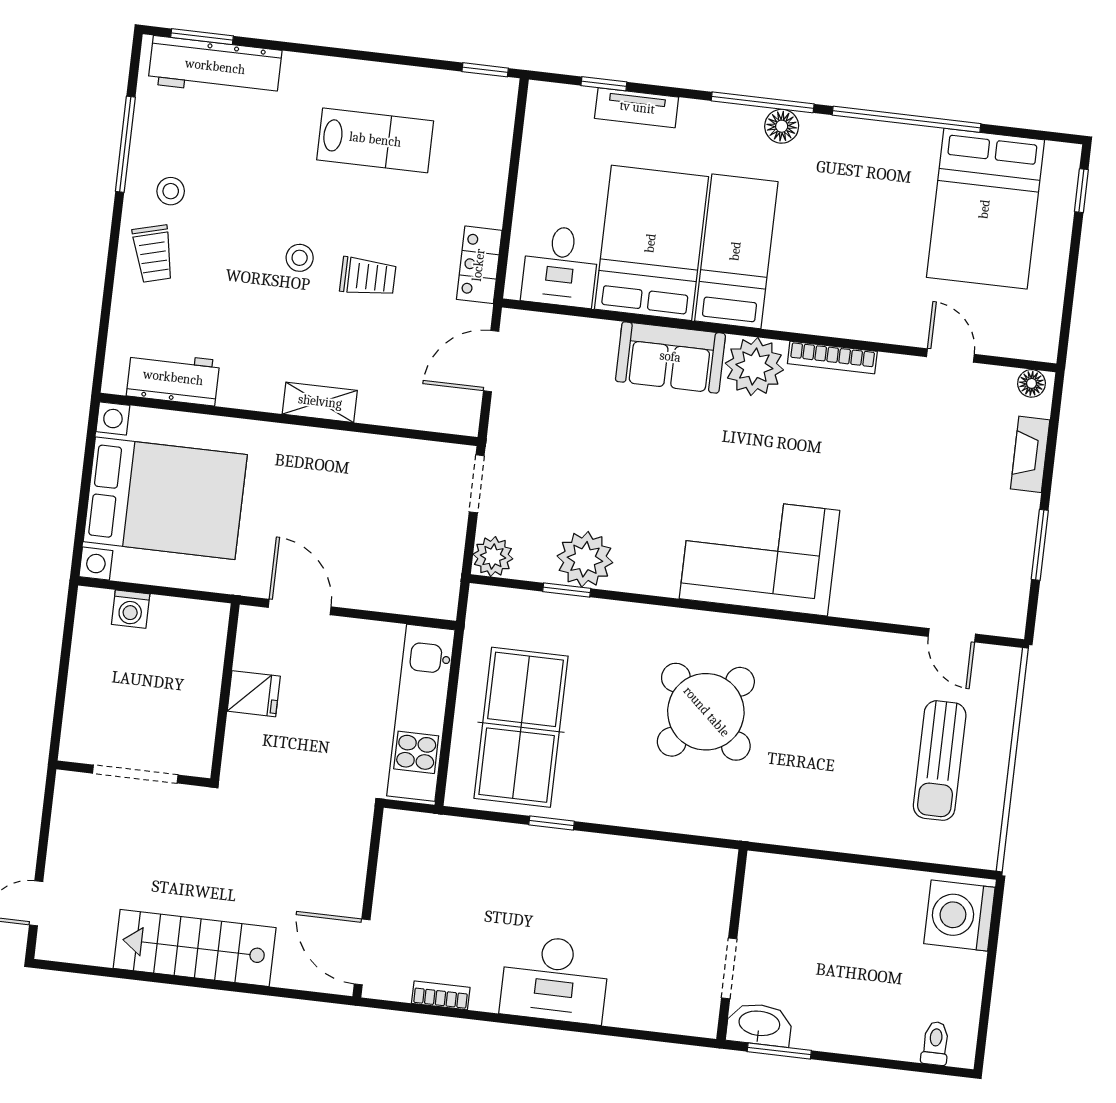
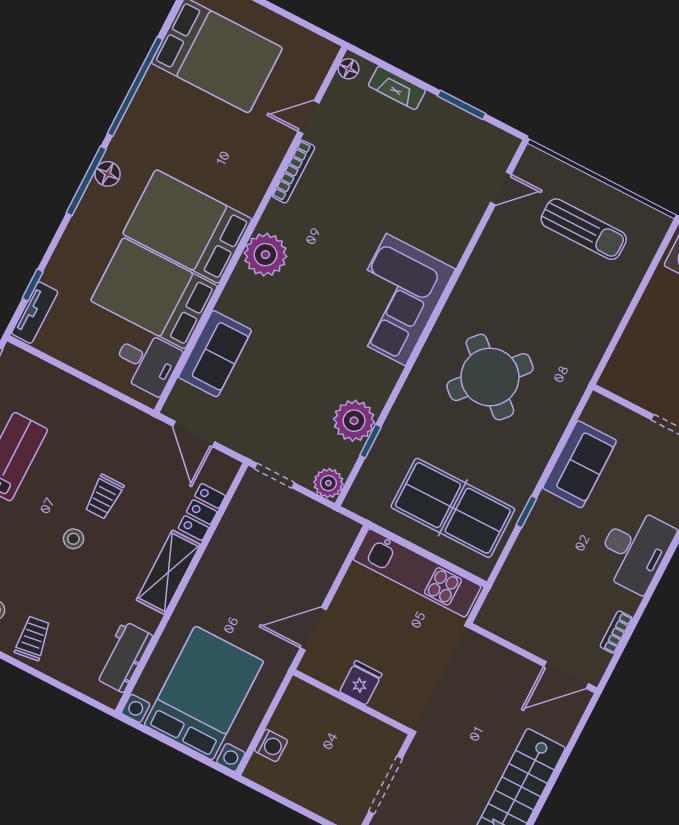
tv unit: (637, 108) -> (35, 313), moved
bed: (736, 251) -> (187, 226), width x1.50
trolley: (153, 254) -> (33, 638), turned -83
locker: (479, 265) -> (202, 512), moved, turned 90
trolley: (368, 277) -> (104, 497), turned 180
sofa: (670, 357) -> (215, 354), moved
bookcase: (832, 357) -> (293, 172), moved
shelving: (320, 402) -> (168, 572), width x1.50, depth x1.33
sofa: (638, 868) -> (580, 464), added

